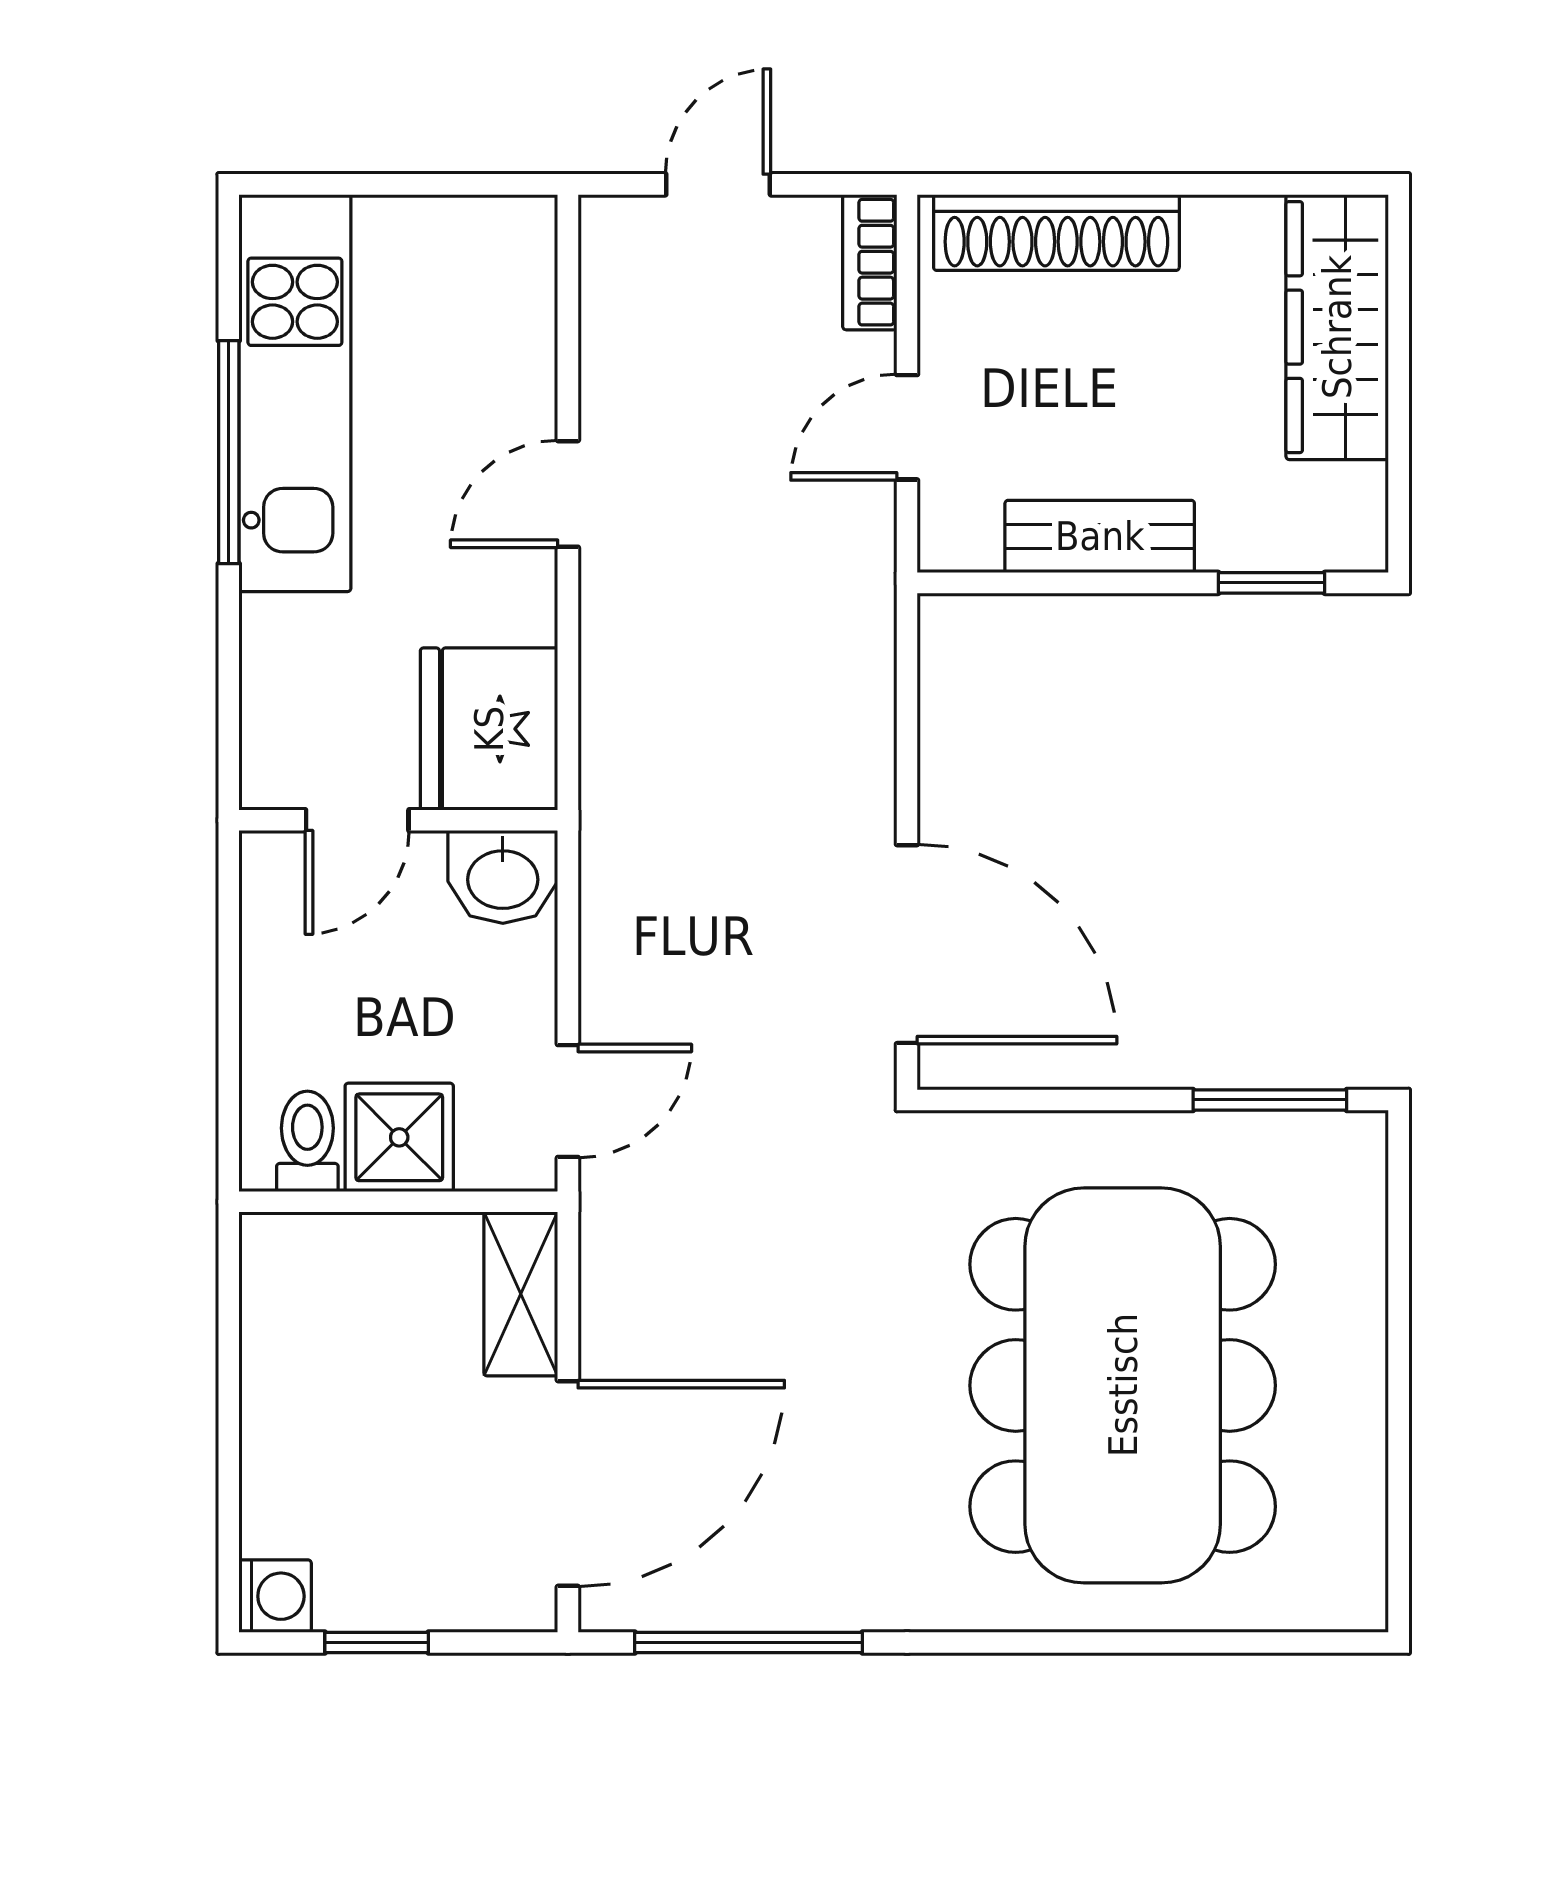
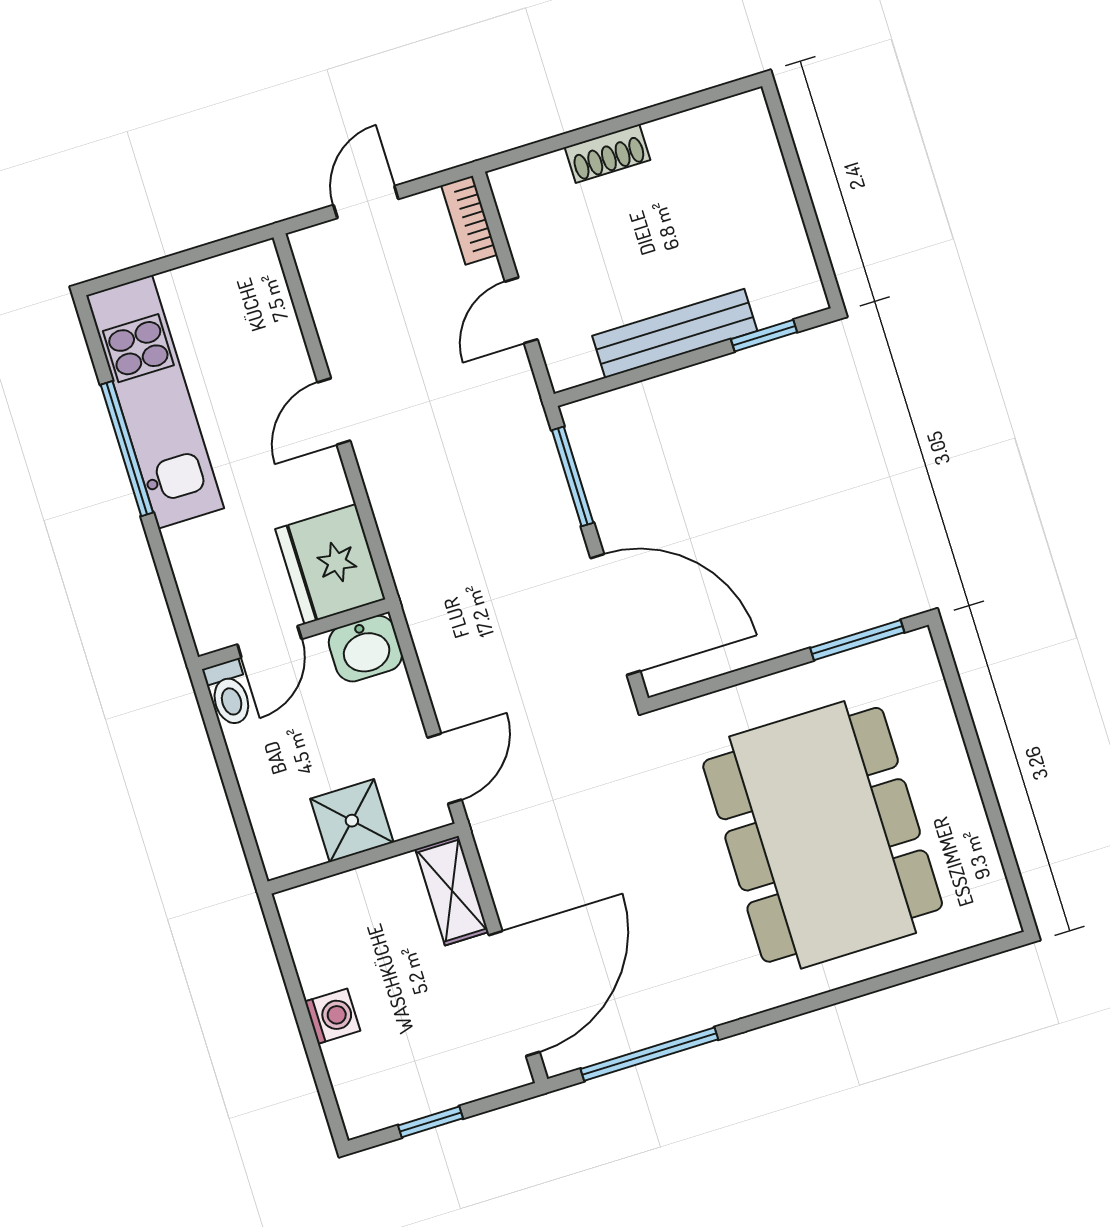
shoe rack: (1056, 233) -> (607, 154), width x0.51, depth x0.81
wardrobe: (1337, 327) -> (756, 173), removed
bench: (1100, 536) -> (675, 333), width x1.36
window: (907, 709) -> (573, 476), added
toilet: (307, 1141) -> (229, 693), moved, turned 180
washing machine: (275, 1596) -> (332, 1016), moved

